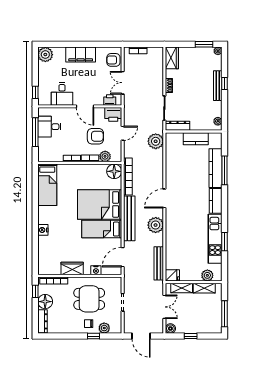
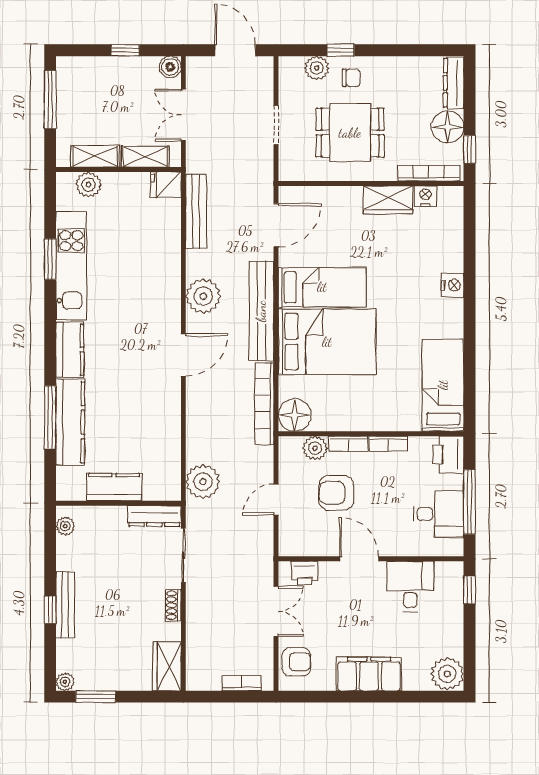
printer: (113, 114) -> (448, 454), moved, turned -90
nightstand: (96, 270) -> (426, 196), moved

